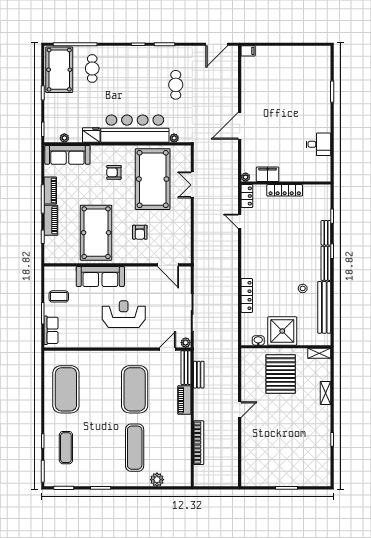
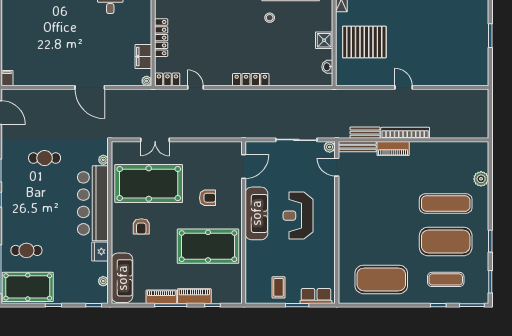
door: (240, 221) -> (195, 87), swing flipped
sofa: (100, 276) -> (256, 213), moved
locker: (247, 295) -> (251, 80), moved
shower: (282, 331) -> (324, 40), width x0.54, depth x0.54
exercise mat: (135, 389) -> (446, 241), moved
bookcase: (199, 443) -> (405, 133), moved

